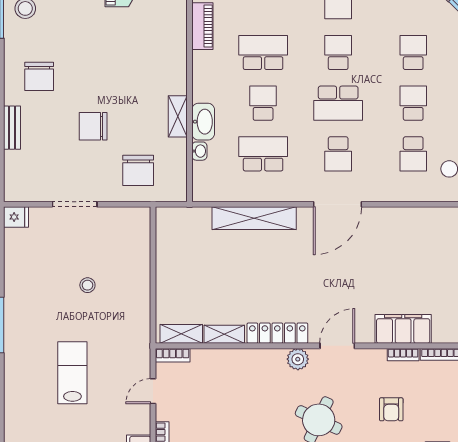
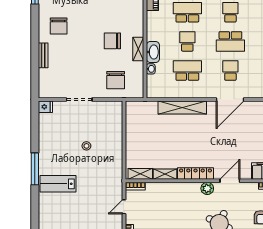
chair: (93, 126) -> (112, 41), moved
school desk: (338, 154) -> (230, 71), turned 180
lab bench: (72, 373) -> (58, 184), moved, turned -90

